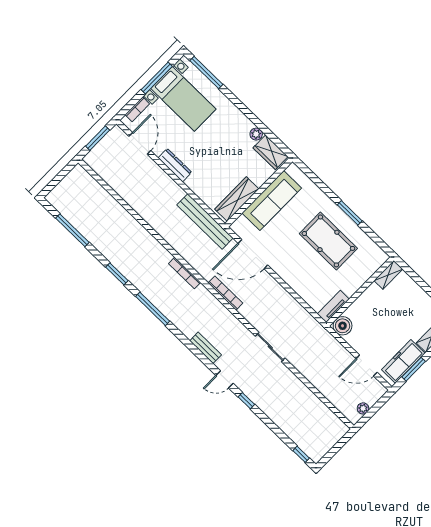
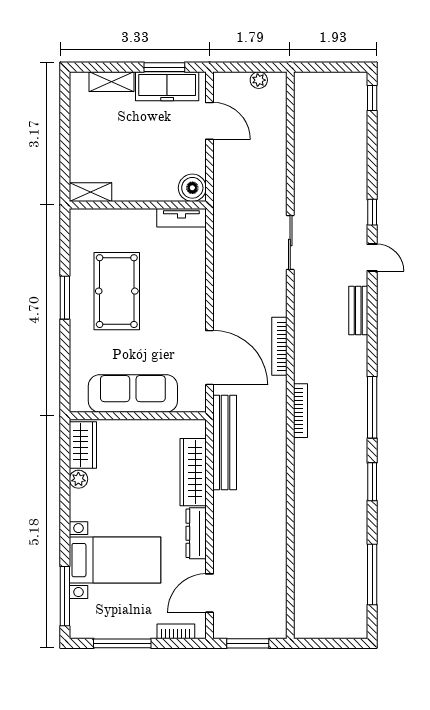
bed with nightstands: (183, 99) -> (115, 560), moved, turned 90
wardrobe: (237, 199) -> (193, 472), moved, turned 90

